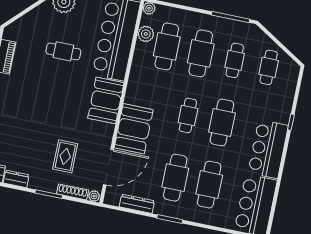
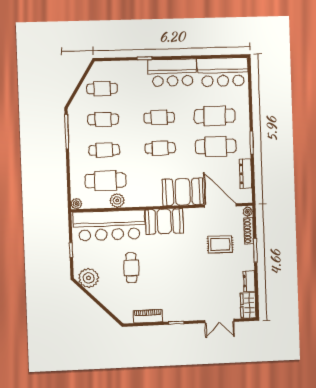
plant: (146, 34) -> (117, 200), moved
cafe table: (201, 53) -> (104, 150), width x0.73, depth x0.74
cafe table: (222, 122) -> (159, 118), width x0.73, depth x0.74

